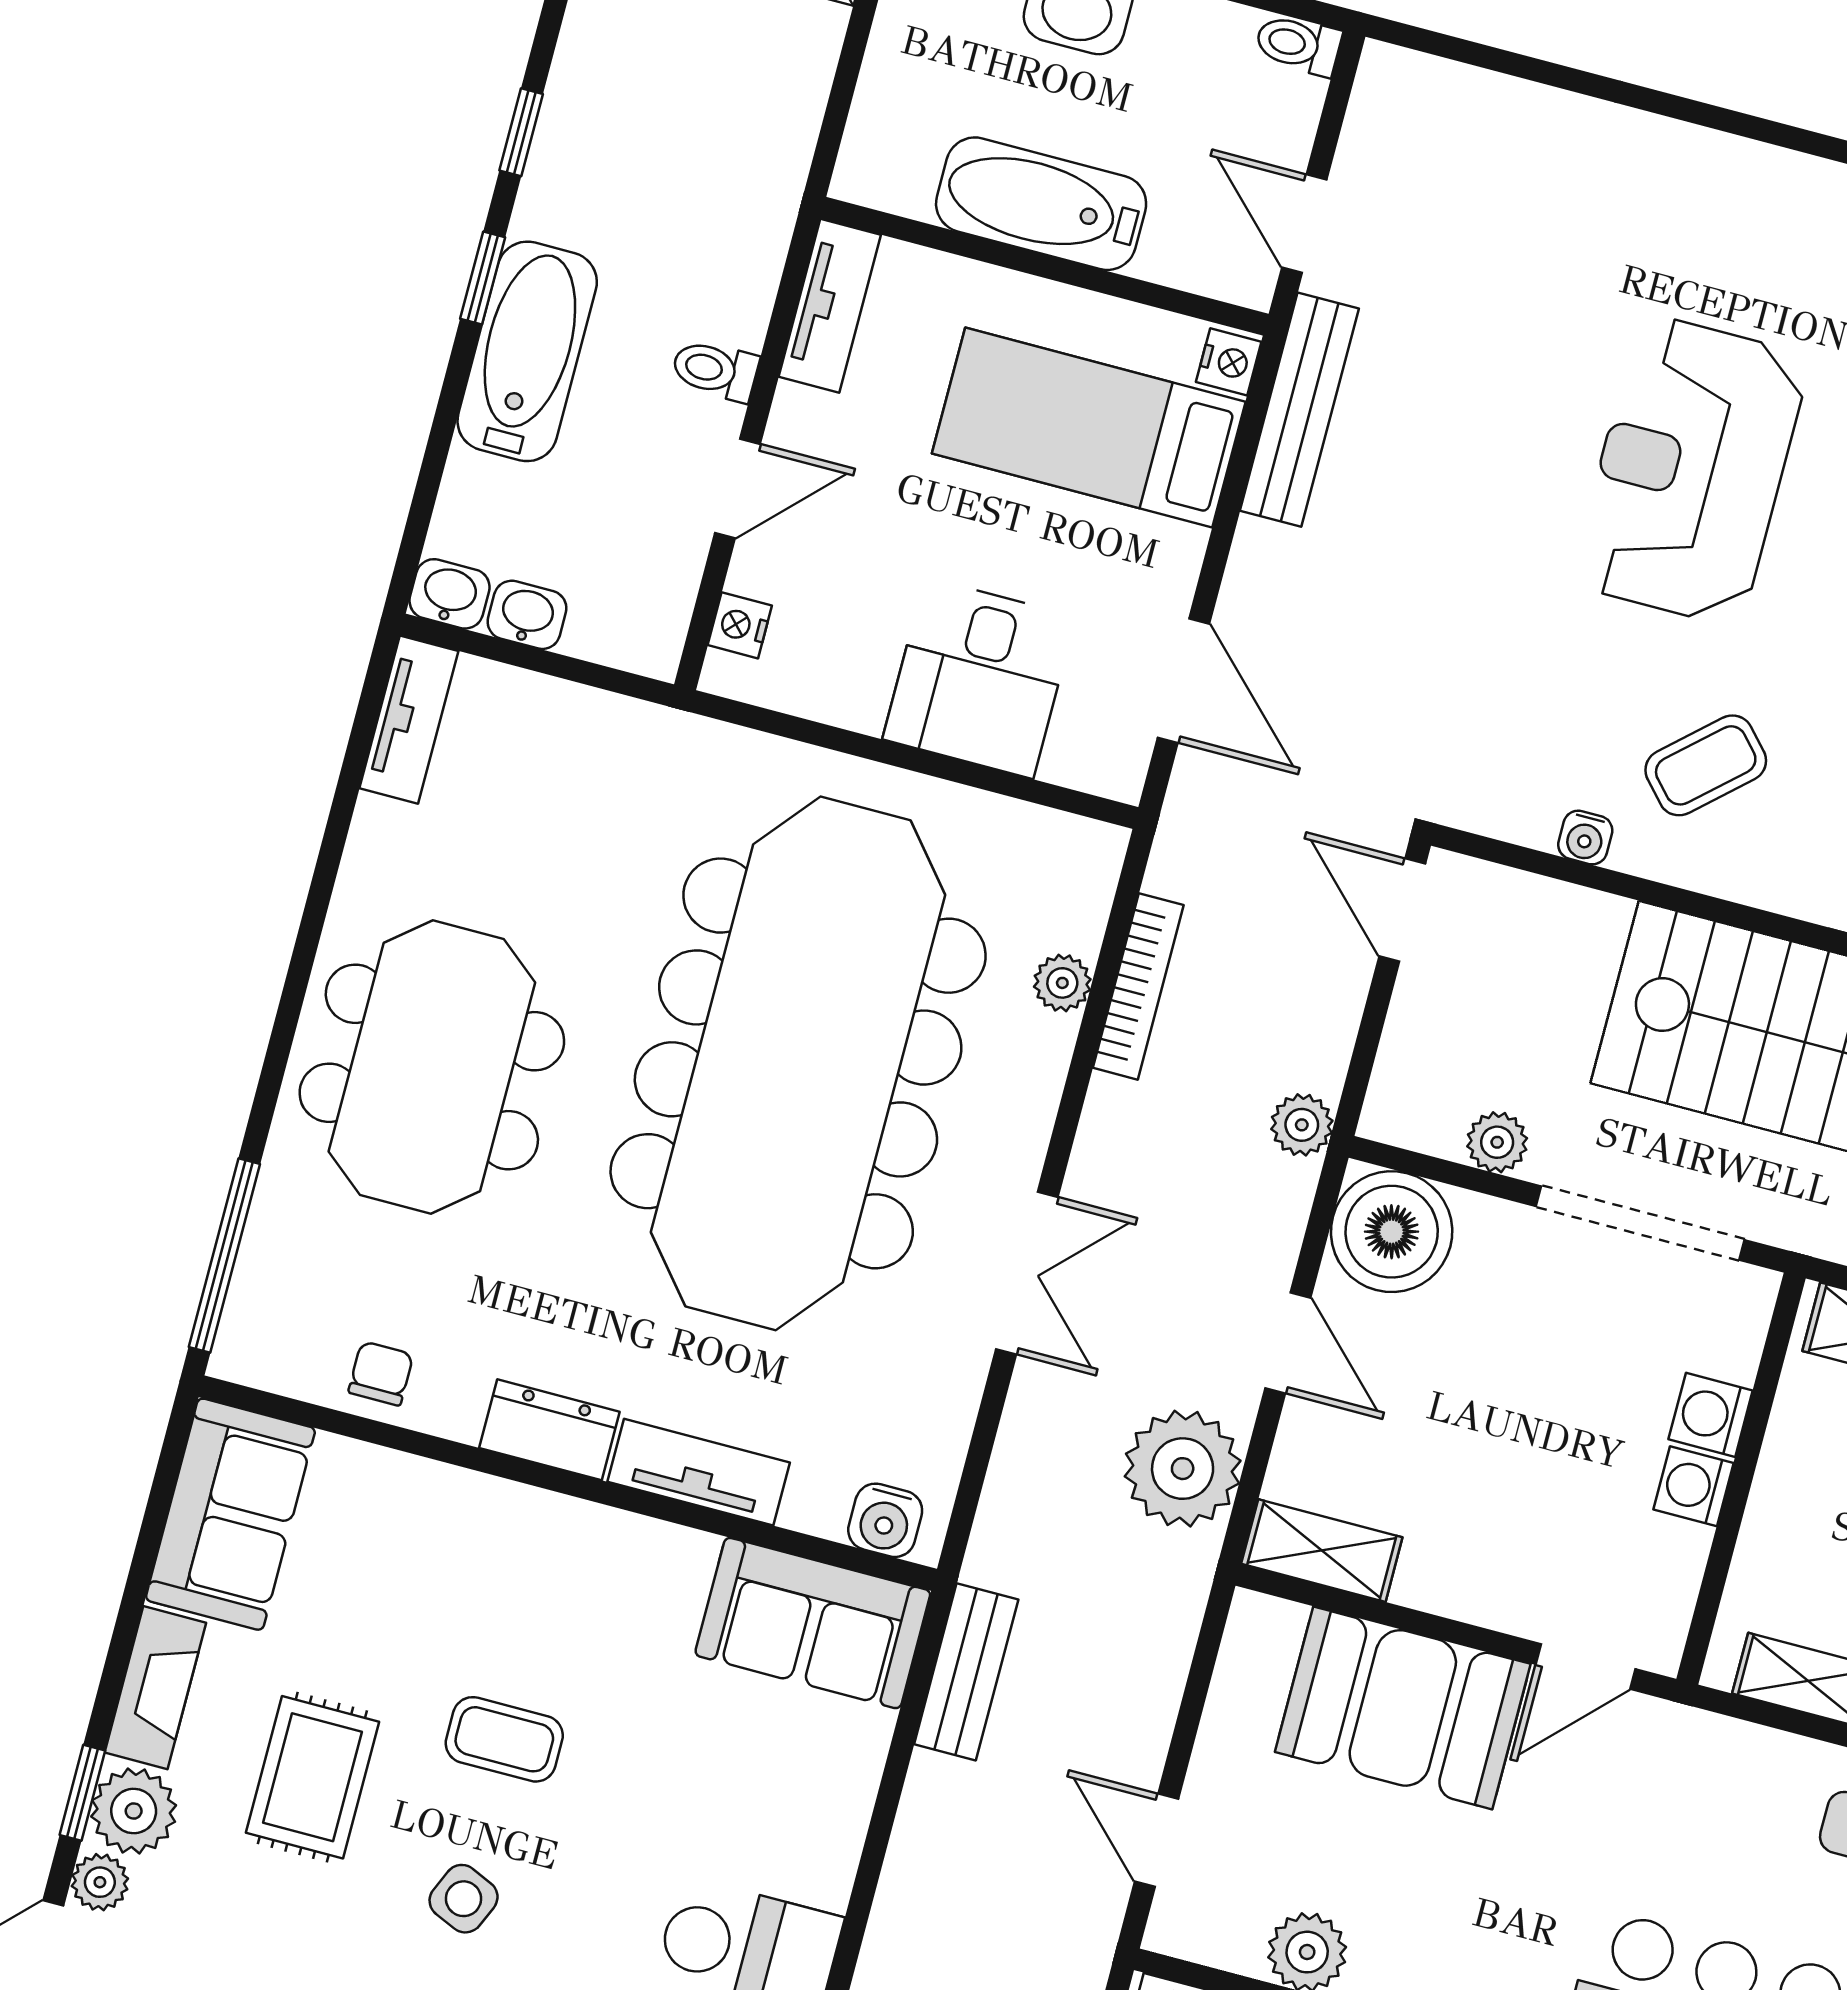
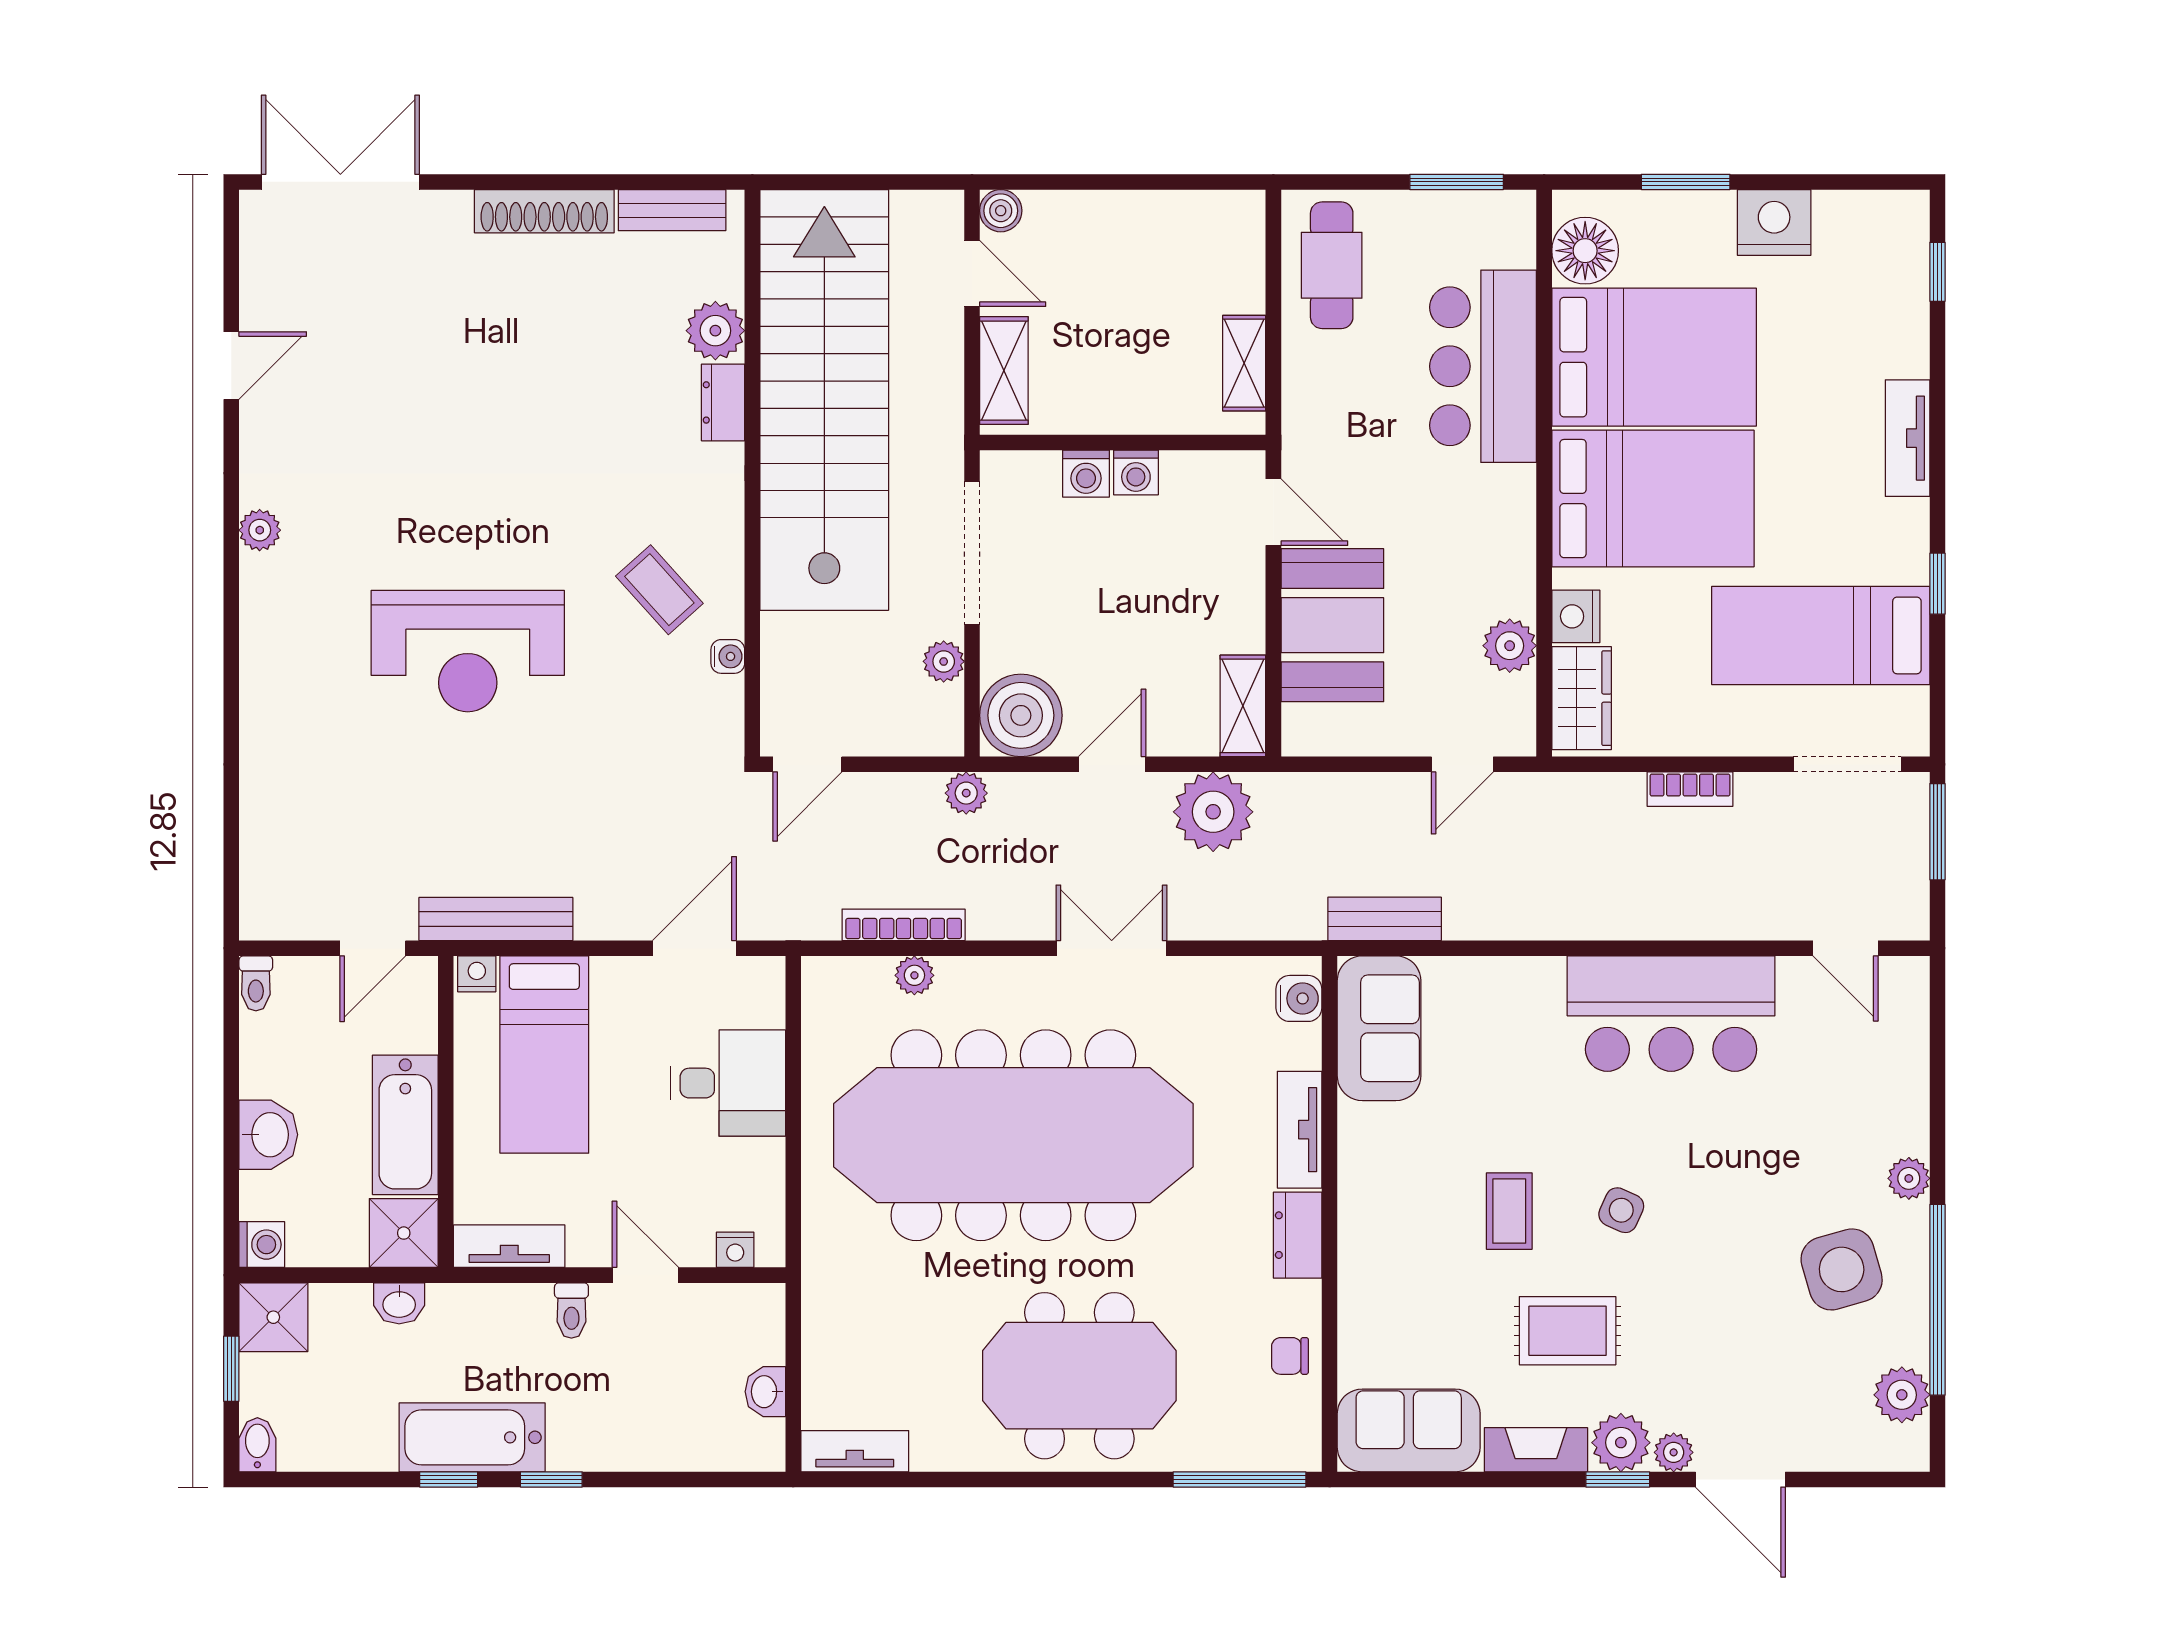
shower: (888, 161) -> (404, 1233), added
bathtub: (527, 351) -> (472, 1437), moved
washbasin: (450, 594) -> (399, 1303), moved, turned -90

